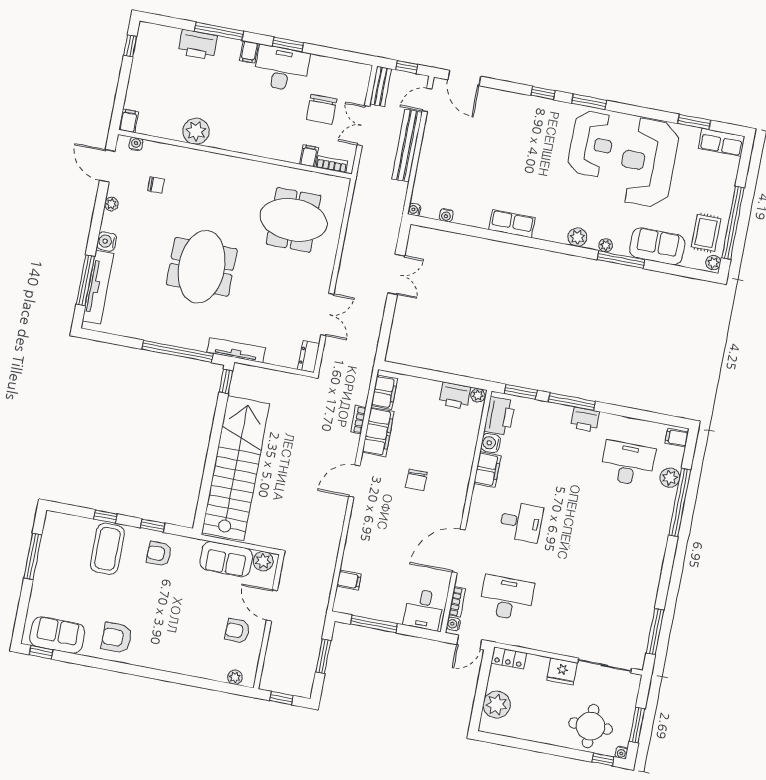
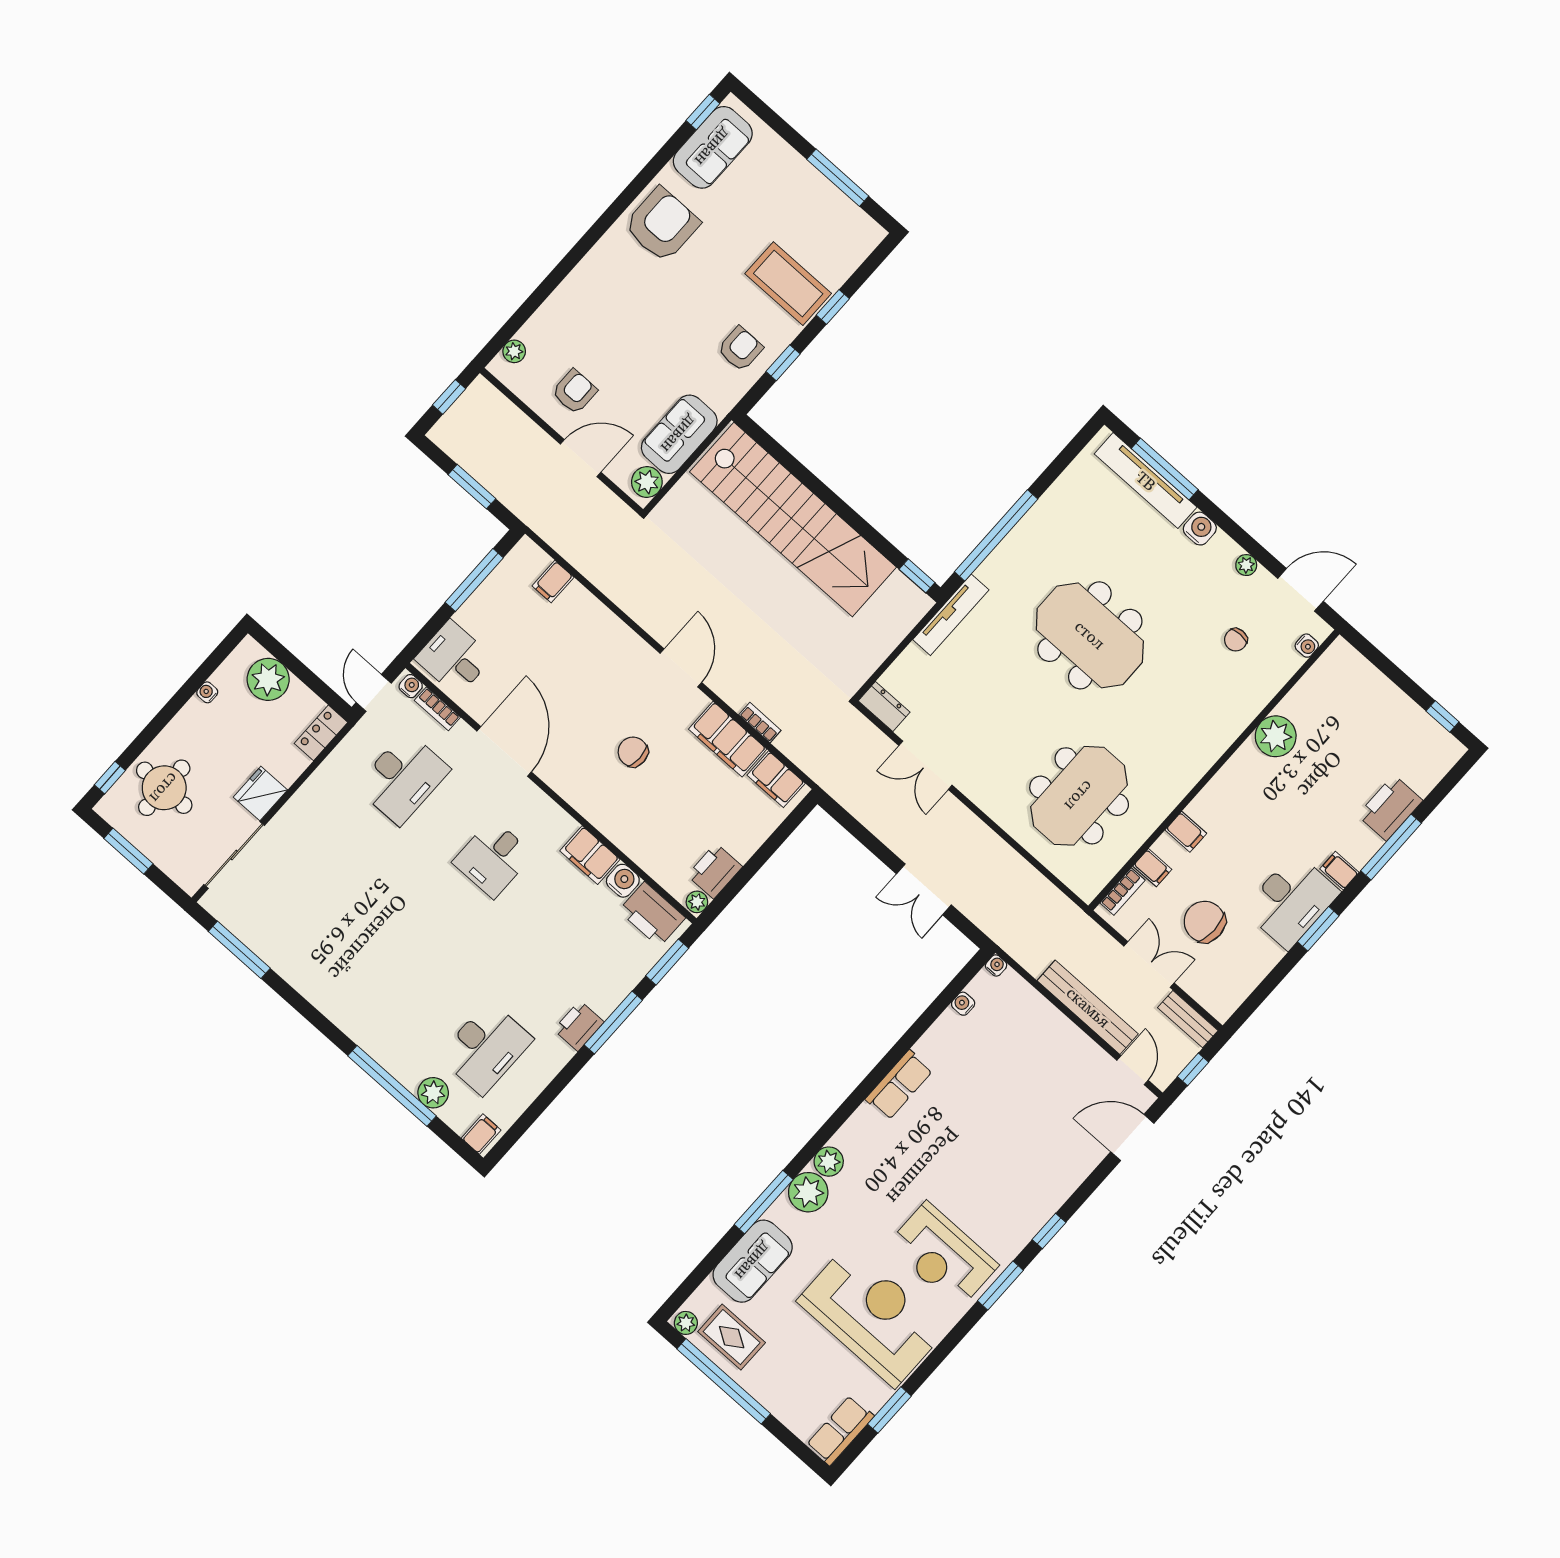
filing cabinet: (129, 121) -> (1186, 832), moved
plant: (606, 245) -> (808, 1192), width x1.87, depth x1.87
armchair: (117, 638) -> (662, 225), width x1.36, depth x1.36
water cooler: (621, 753) -> (207, 692), moved

